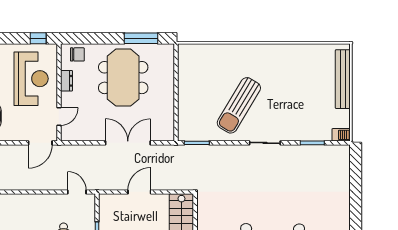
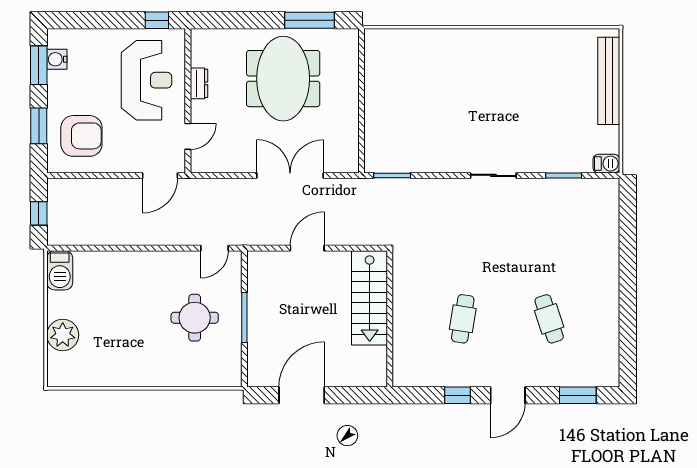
chair: (77, 54) -> (215, 44), removed
sun lounger: (239, 105) -> (455, 120), removed
door: (77, 192) -> (215, 248), swing flipped

